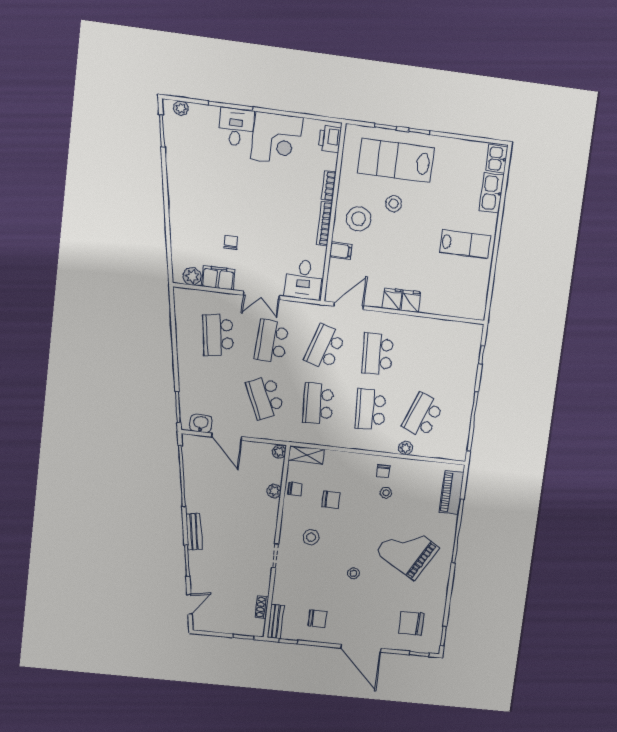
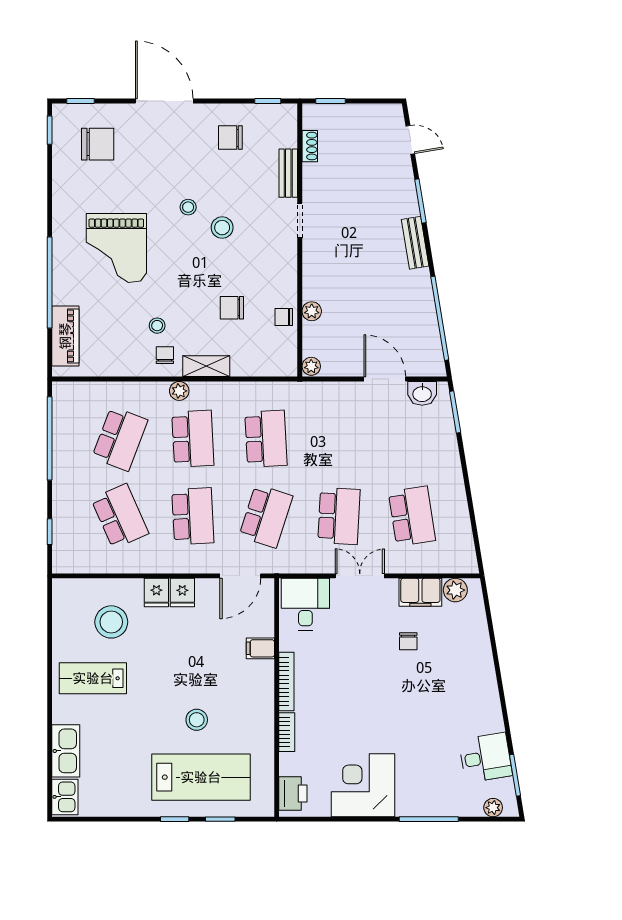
desk: (236, 127) -> (485, 758), moved, turned -99
stool: (359, 219) -> (111, 622), moved
school desk: (265, 397) -> (120, 516), moved
plant: (406, 448) -> (179, 391), moved
shelving: (306, 455) -> (206, 366), moved
stool: (311, 537) -> (222, 228), moved
grand piano: (408, 550) -> (116, 248), turned 60
door: (189, 604) -> (410, 140), swing flipped
bench: (276, 621) -> (288, 173), moved

